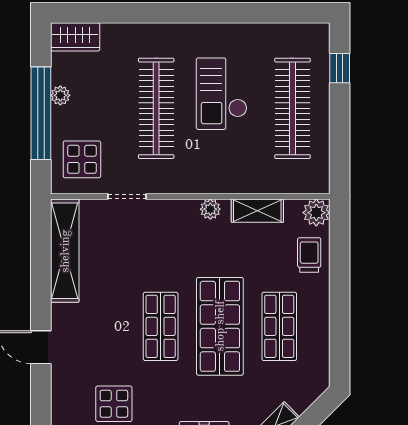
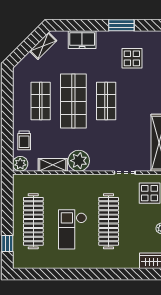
checkout: (222, 94) -> (72, 229), turned 180
plant: (210, 209) -> (79, 161), width x1.88, depth x1.88

